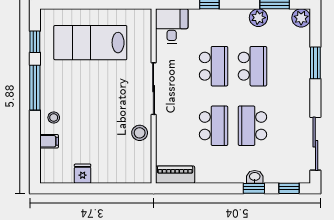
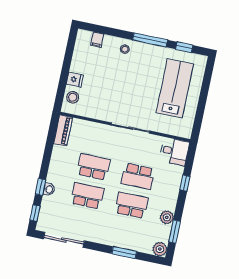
school desk: (252, 66) -> (132, 205), turned 180
school desk: (214, 126) -> (93, 167), turned 180
stool: (140, 133) -> (73, 97), moved
filing cabinet: (49, 141) -> (97, 40), moved
fridge: (83, 174) -> (75, 80), moved

